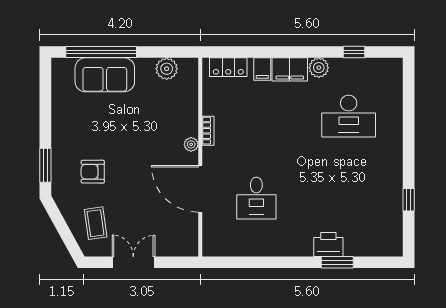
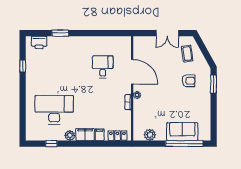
desk: (349, 116) -> (54, 110), width x1.36, depth x1.30
printer: (328, 245) -> (39, 42), moved

